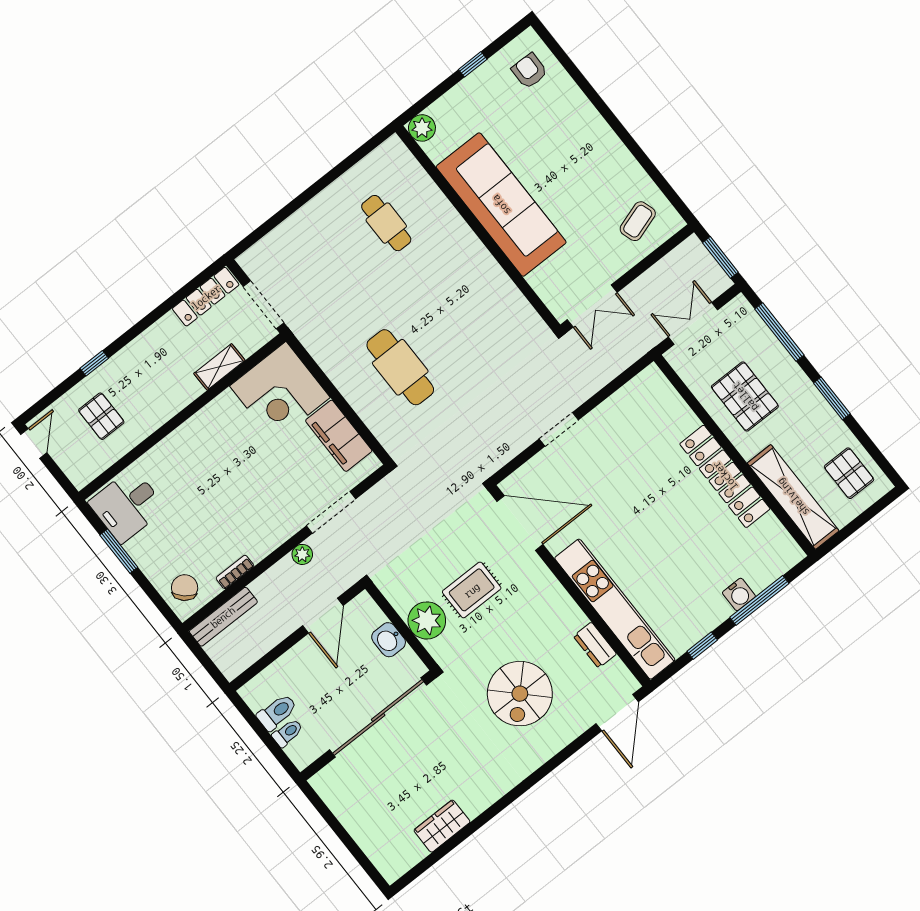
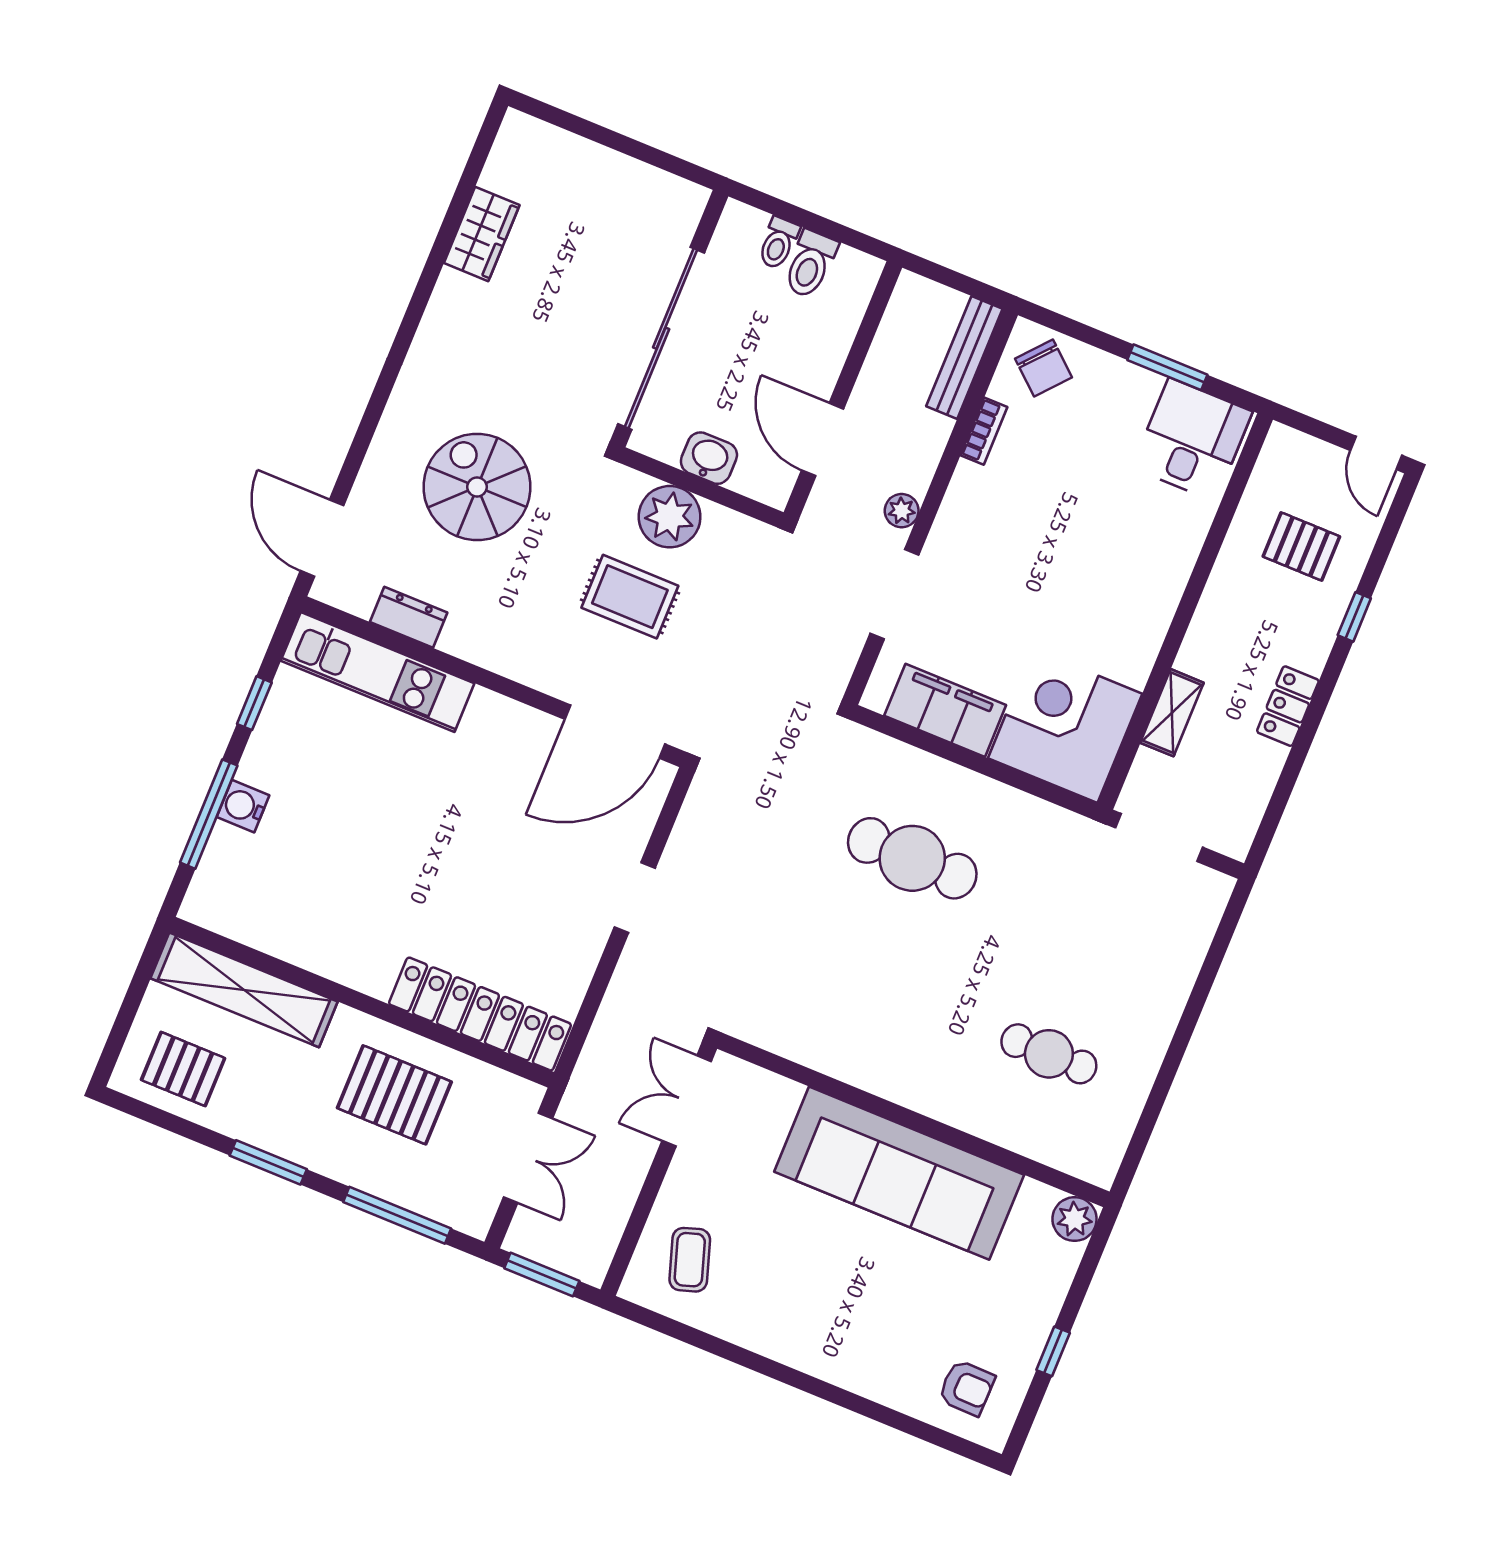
locker: (206, 297) -> (1288, 706), moved, width x0.66
locker: (725, 476) -> (480, 1014), moved
rug: (472, 590) -> (630, 597), turned 90
kitchen unit: (615, 609) -> (378, 672), width x0.73

